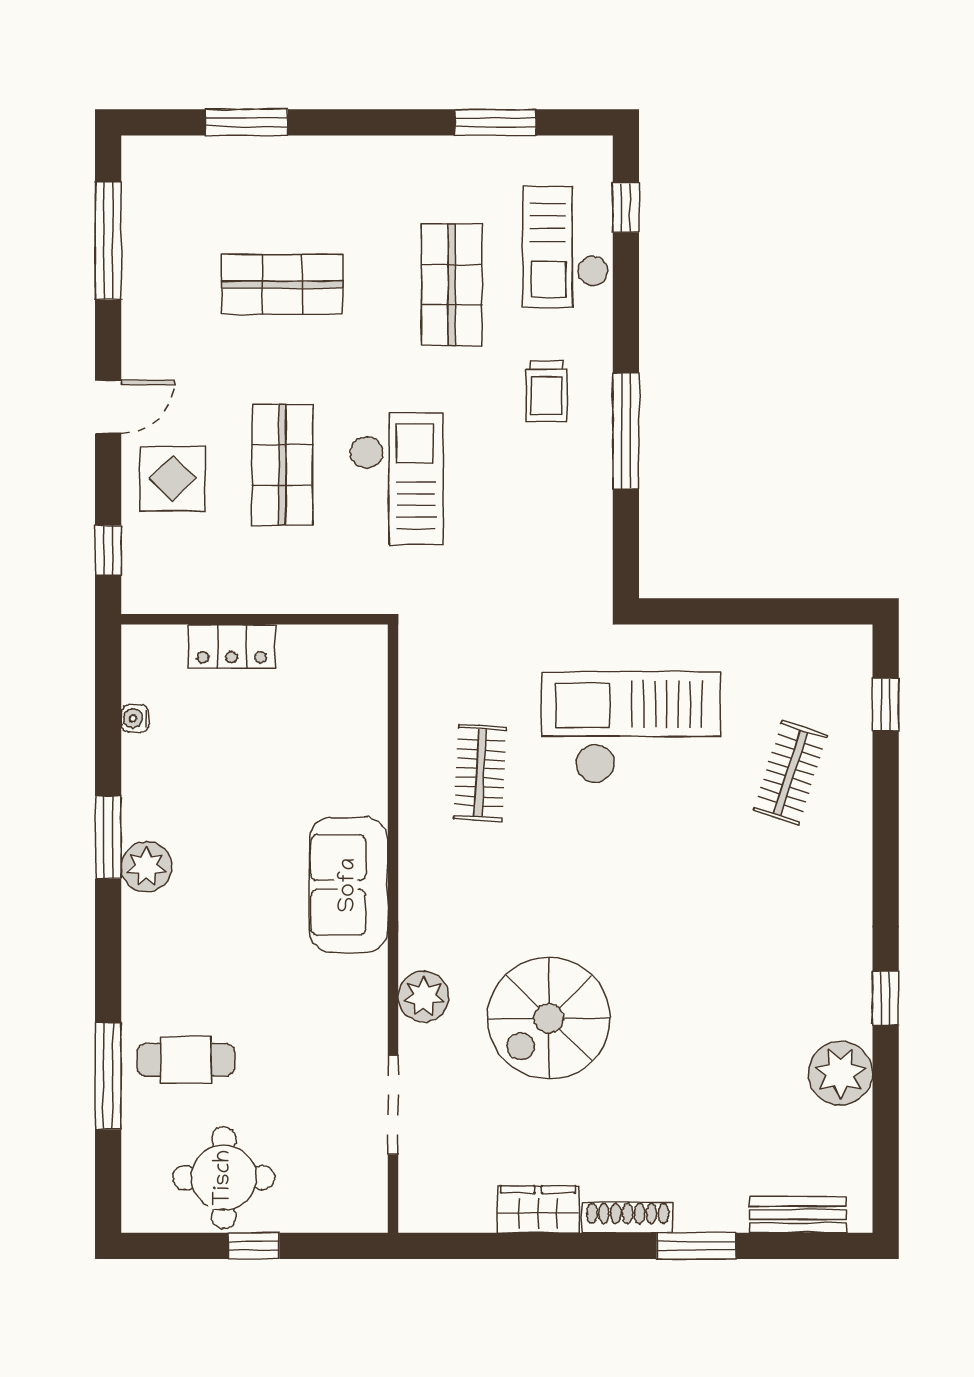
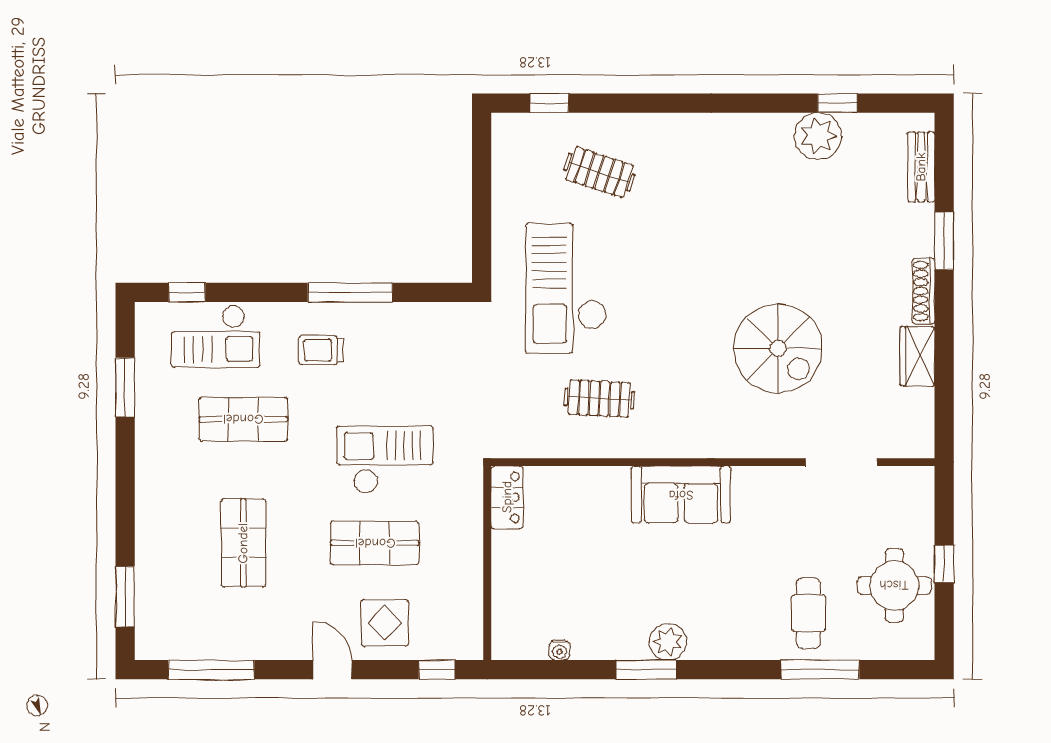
window: (246, 122) -> (125, 597), moved
trolley: (547, 391) -> (321, 350), turned 180
locker: (232, 646) -> (507, 497), moved
plant: (424, 997) -> (762, 440), removed
window: (886, 998) -> (837, 103), moved

